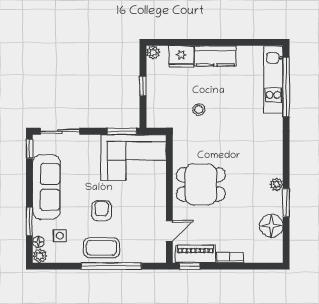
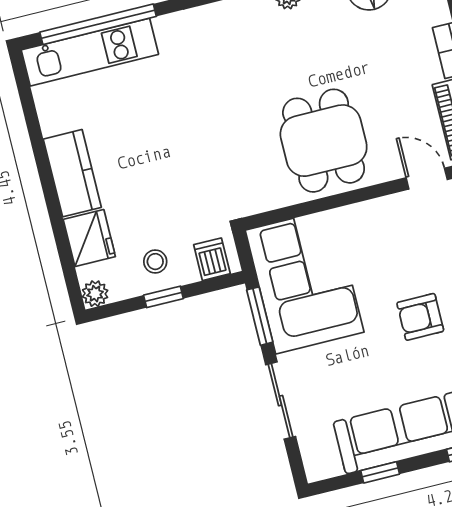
stool: (199, 109) -> (155, 262), moved
dishwasher: (156, 115) -> (212, 259), added
sliding door: (60, 131) -> (281, 401), moved
window: (29, 149) -> (380, 472), moved

